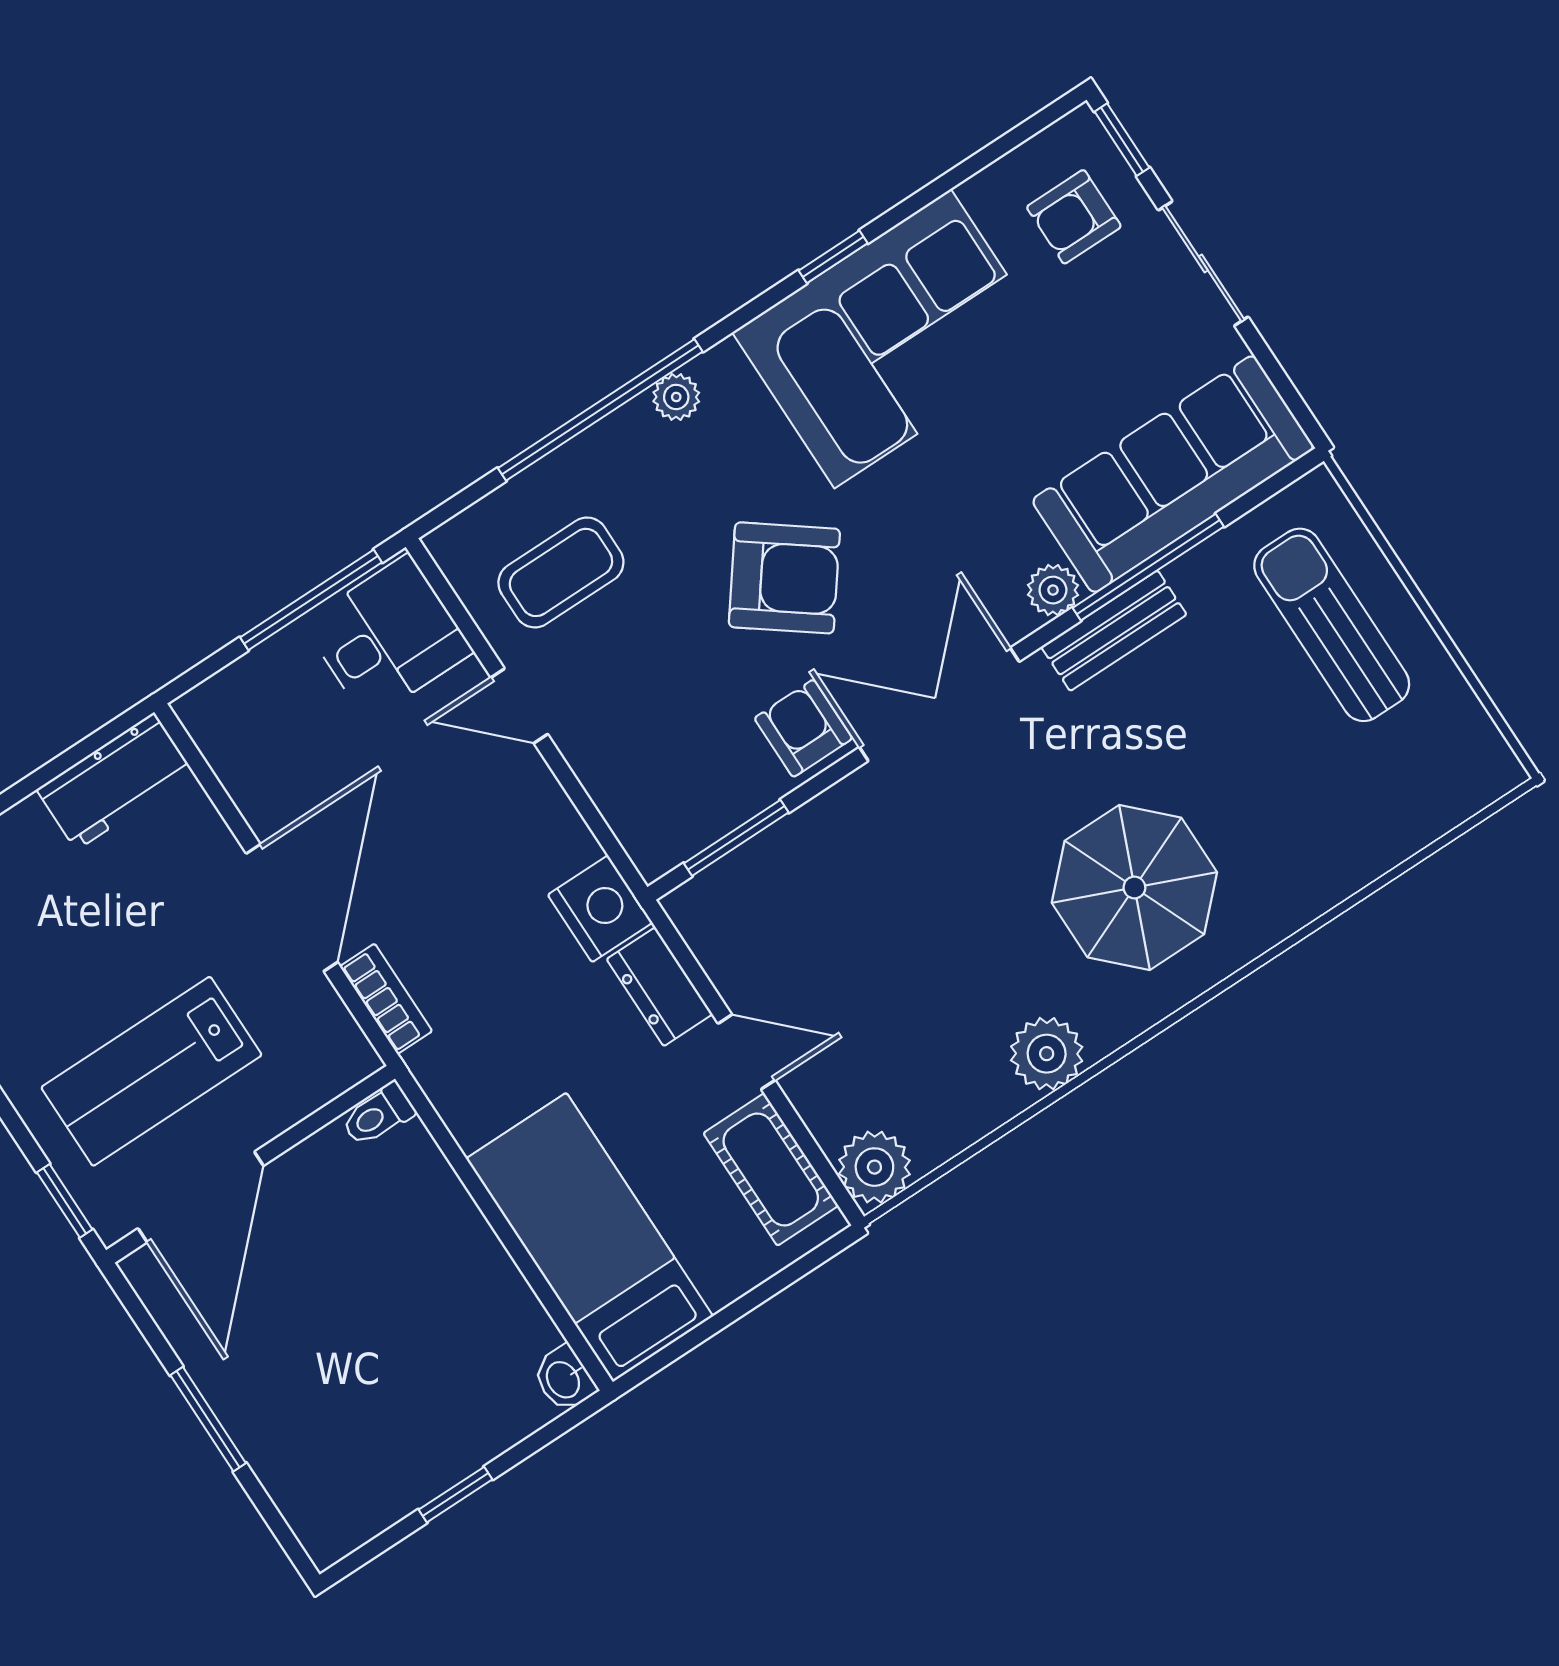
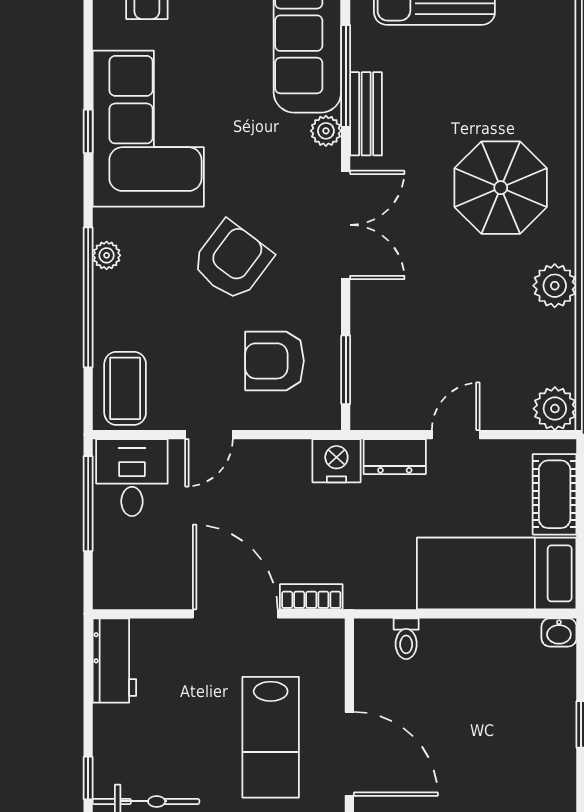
coffee table: (561, 572) -> (125, 388), moved
double door: (939, 704) -> (346, 225), swing flipped
armchair: (803, 728) -> (275, 361), moved, width x1.38, depth x1.38
toilet: (378, 1115) -> (406, 639), moved
cot: (771, 1169) -> (555, 494), moved, turned 90

